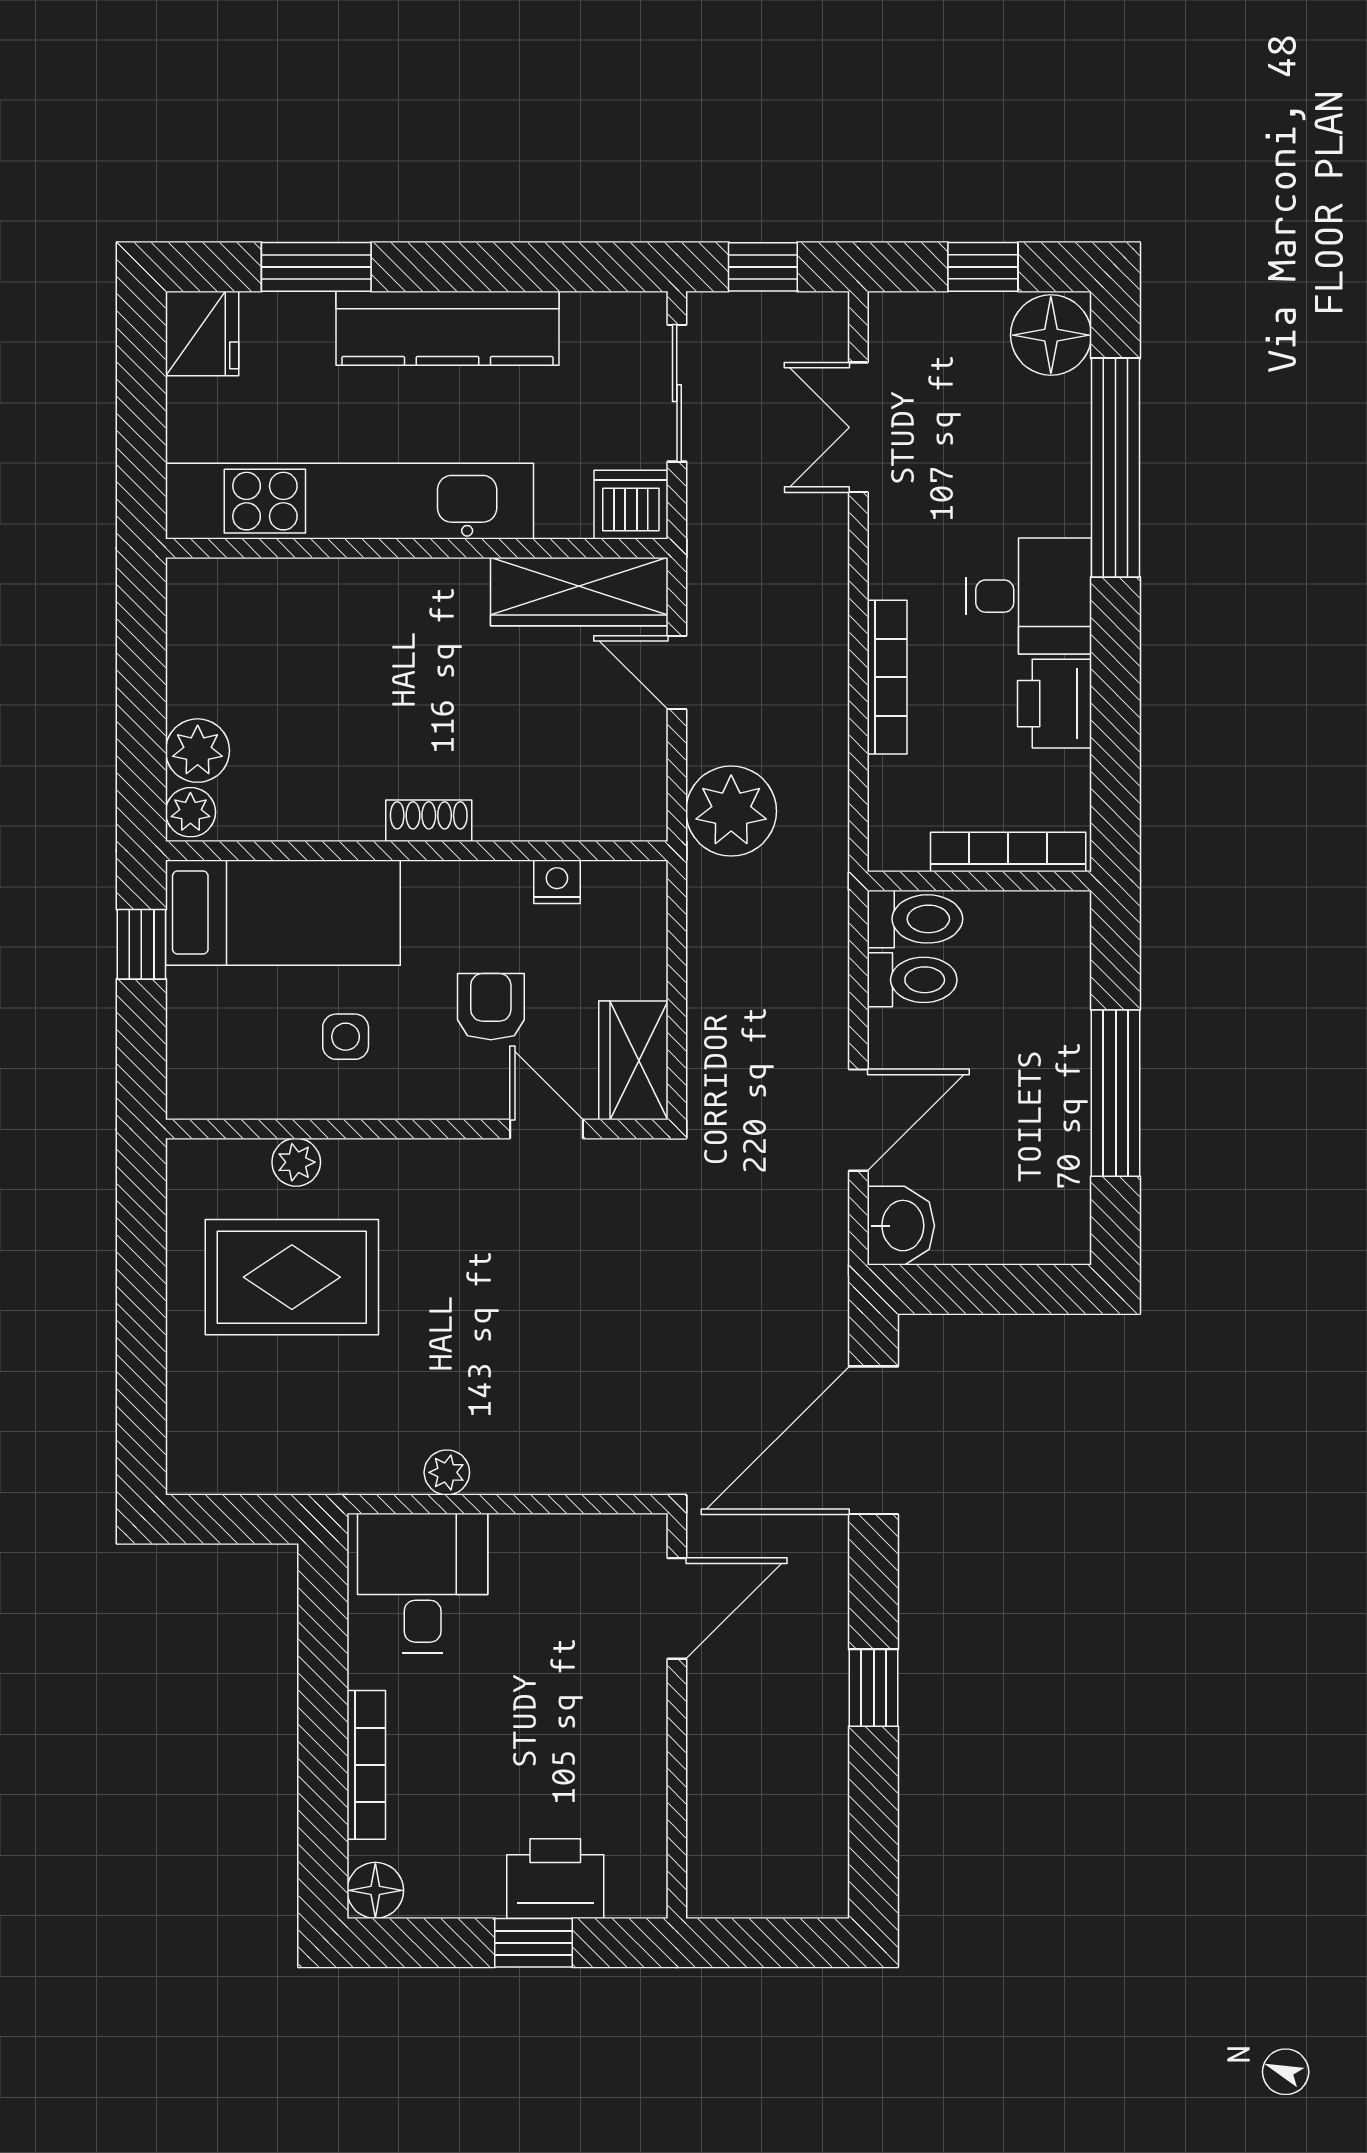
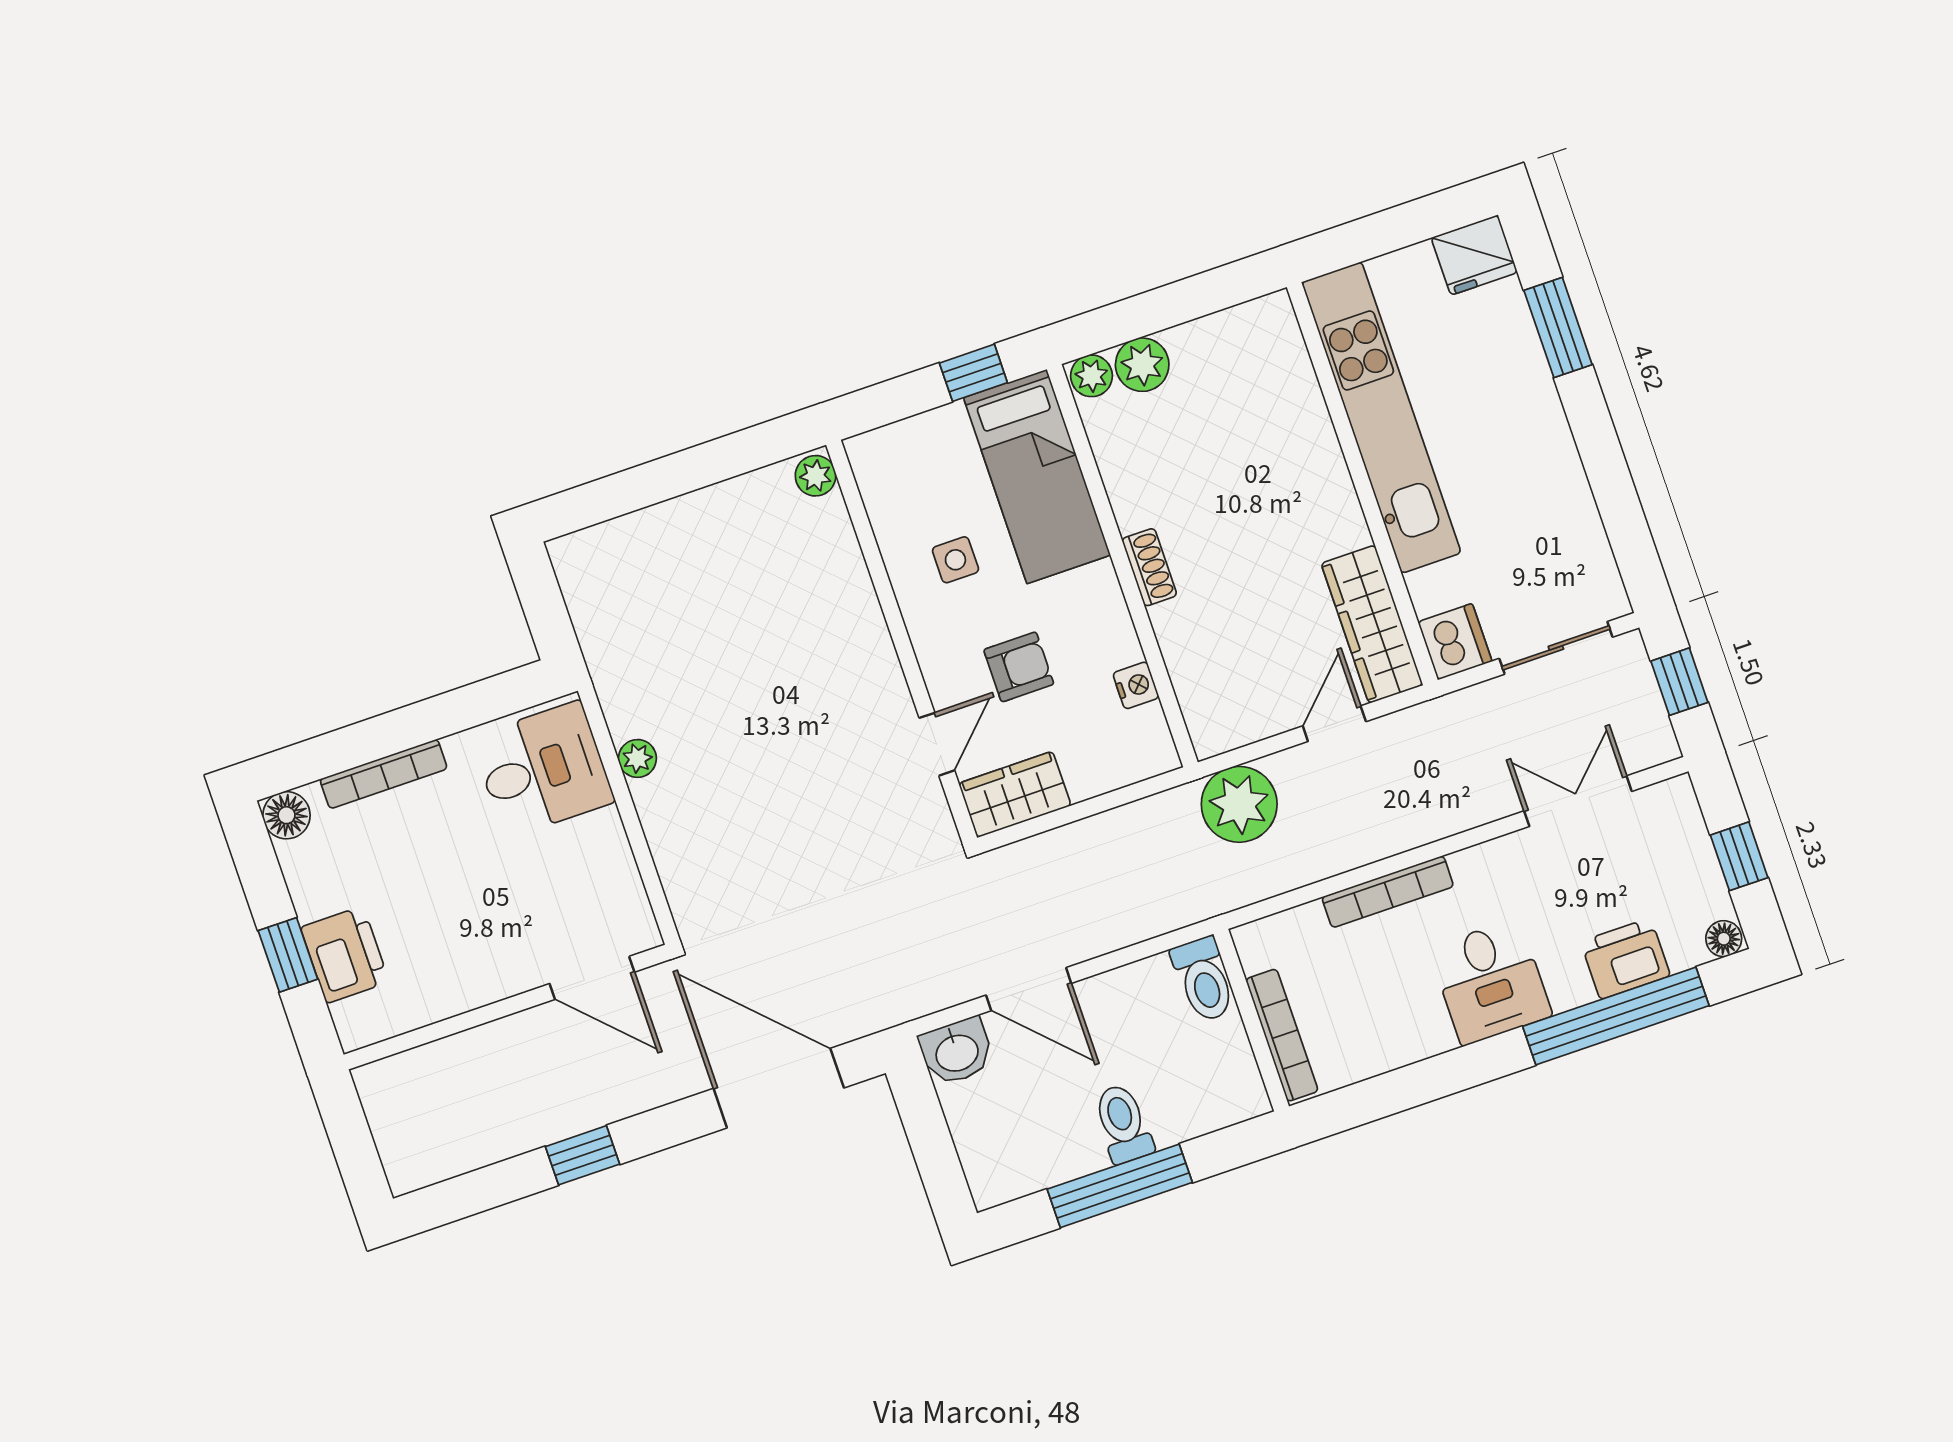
kitchen counter: (447, 328) -> (1545, 448), removed
floor lamp: (1051, 335) -> (1724, 939), width x0.53, depth x0.53
printer: (1054, 704) -> (1625, 959), moved
toilet: (912, 980) -> (1123, 1124), moved, turned 180
plant: (296, 1162) -> (816, 476), moved
rug: (292, 1277) -> (750, 582), removed

